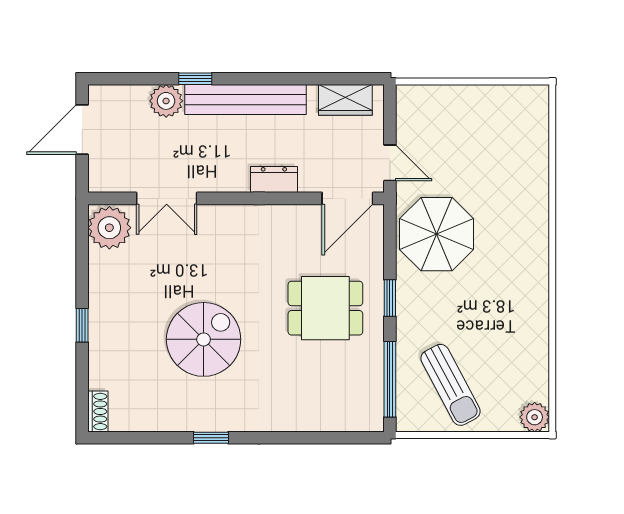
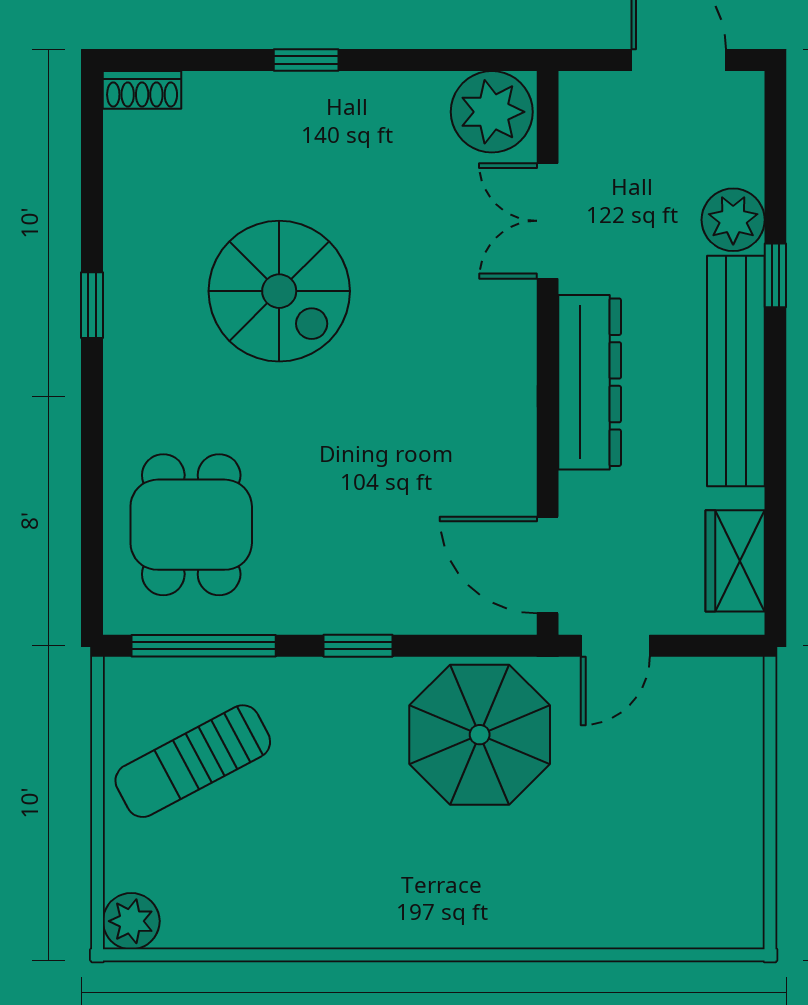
dresser: (274, 180) -> (590, 382), width x1.96, depth x1.24
dining table: (325, 308) -> (191, 525), moved

